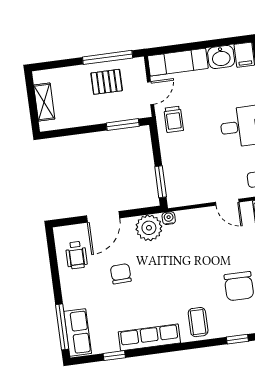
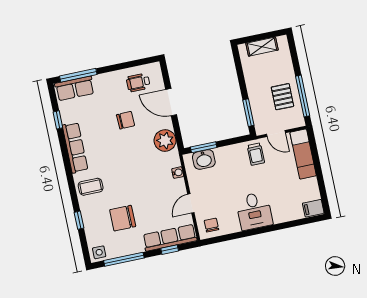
washbasin: (221, 57) -> (204, 159), moved, turned -90
trolley: (174, 119) -> (256, 154), turned -90
water cooler: (169, 218) -> (178, 173), moved

